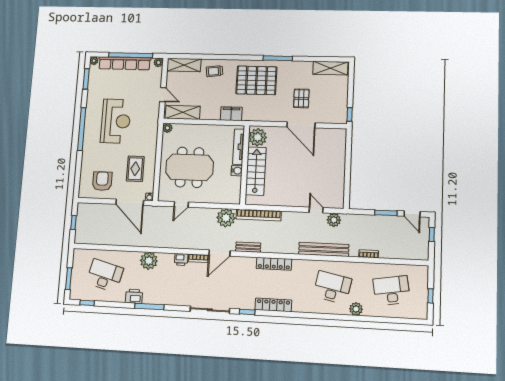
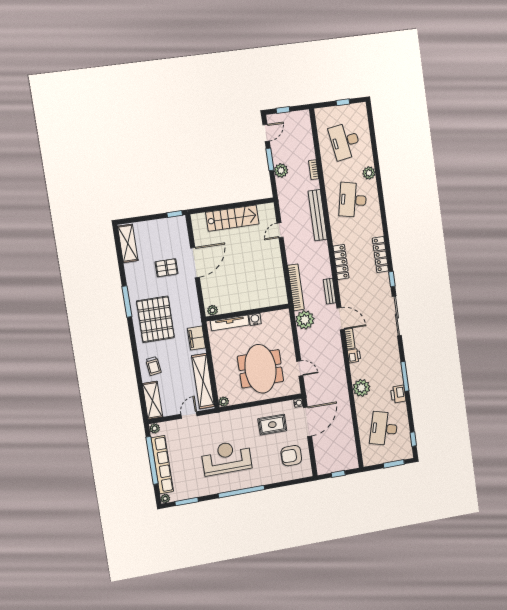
shelving: (183, 112) -> (203, 381), width x1.47
plant: (258, 137) -> (213, 310), width x0.53, depth x0.53
stairs: (256, 171) -> (232, 218), moved, turned 180
plant: (334, 220) -> (281, 170), moved

